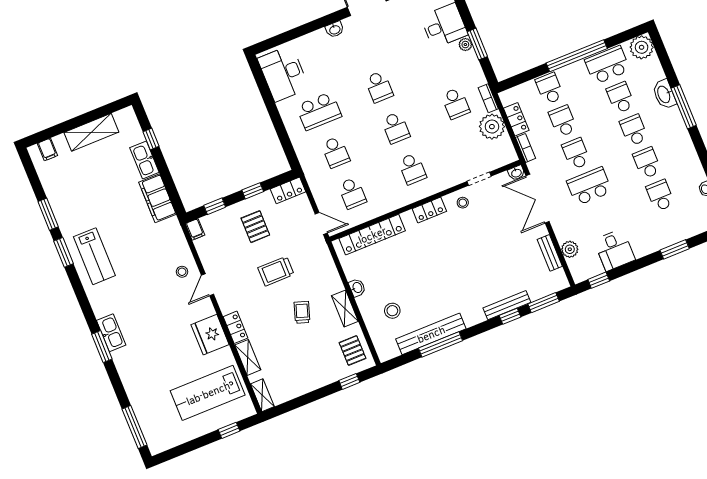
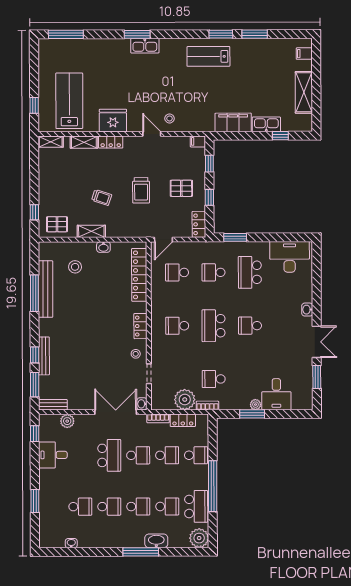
school desk: (396, 128) -> (214, 326), width x1.85
window: (286, 144) -> (235, 237), added
bench: (550, 253) -> (53, 405), moved
trolley: (276, 271) -> (141, 190), turned 180

